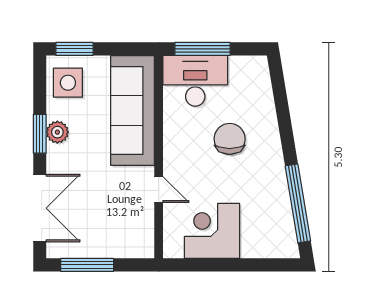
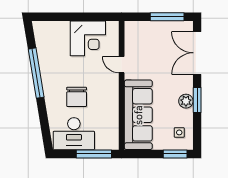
desk: (195, 81) -> (74, 134), moved
side table: (68, 83) -> (179, 132), width x0.54, depth x0.54
window: (298, 203) -> (36, 73), moved

